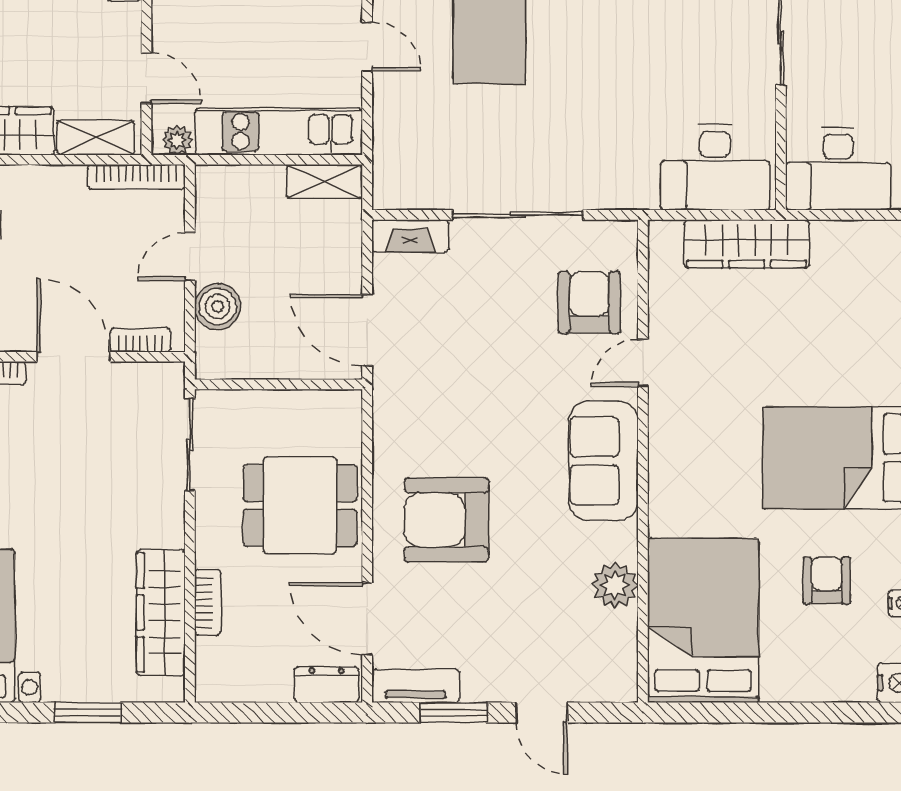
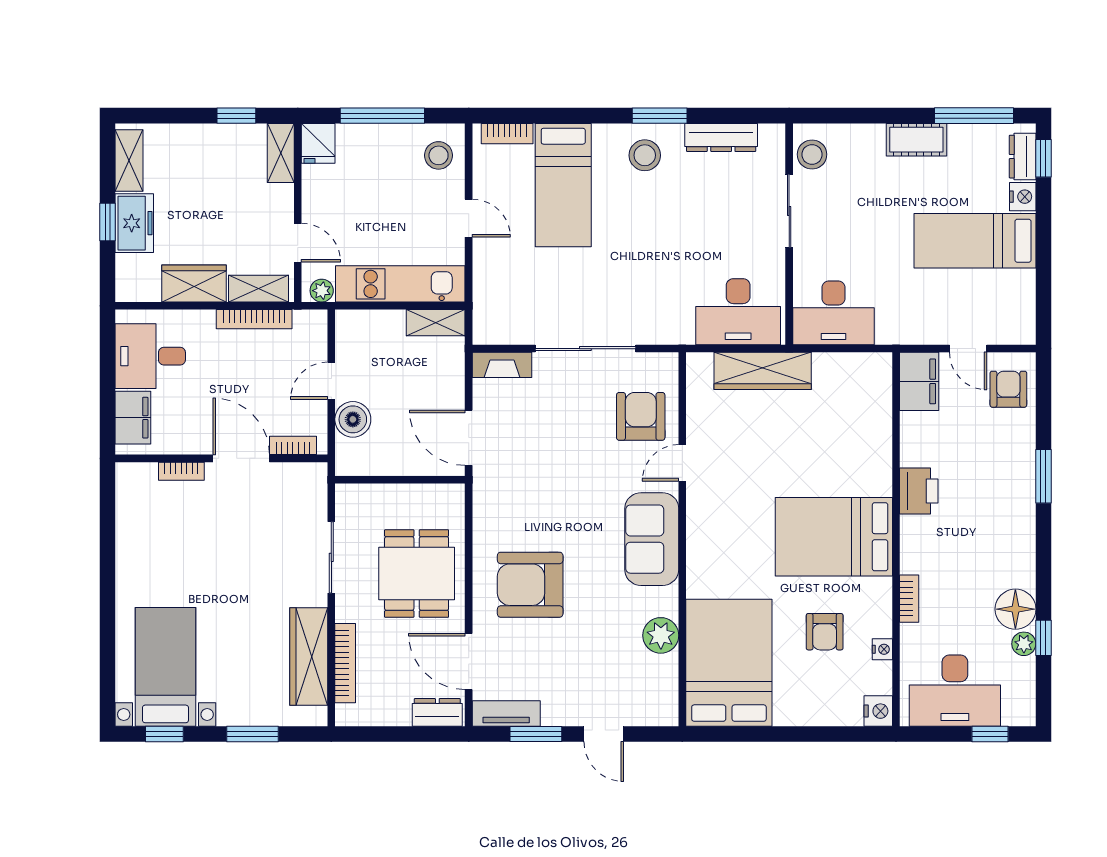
bookcase: (136, 177) -> (254, 319), moved
sliding door: (190, 445) -> (331, 557), moved
dining table: (300, 505) -> (417, 573), turned 90
armchair: (827, 581) -> (825, 632), turned 180
bookcase: (208, 603) -> (345, 663), width x1.56

